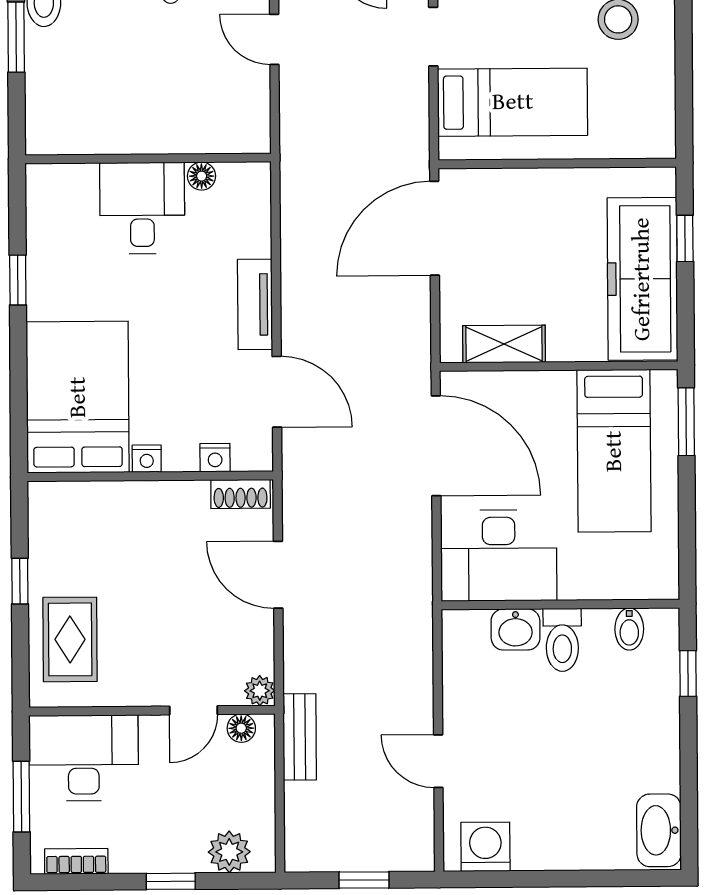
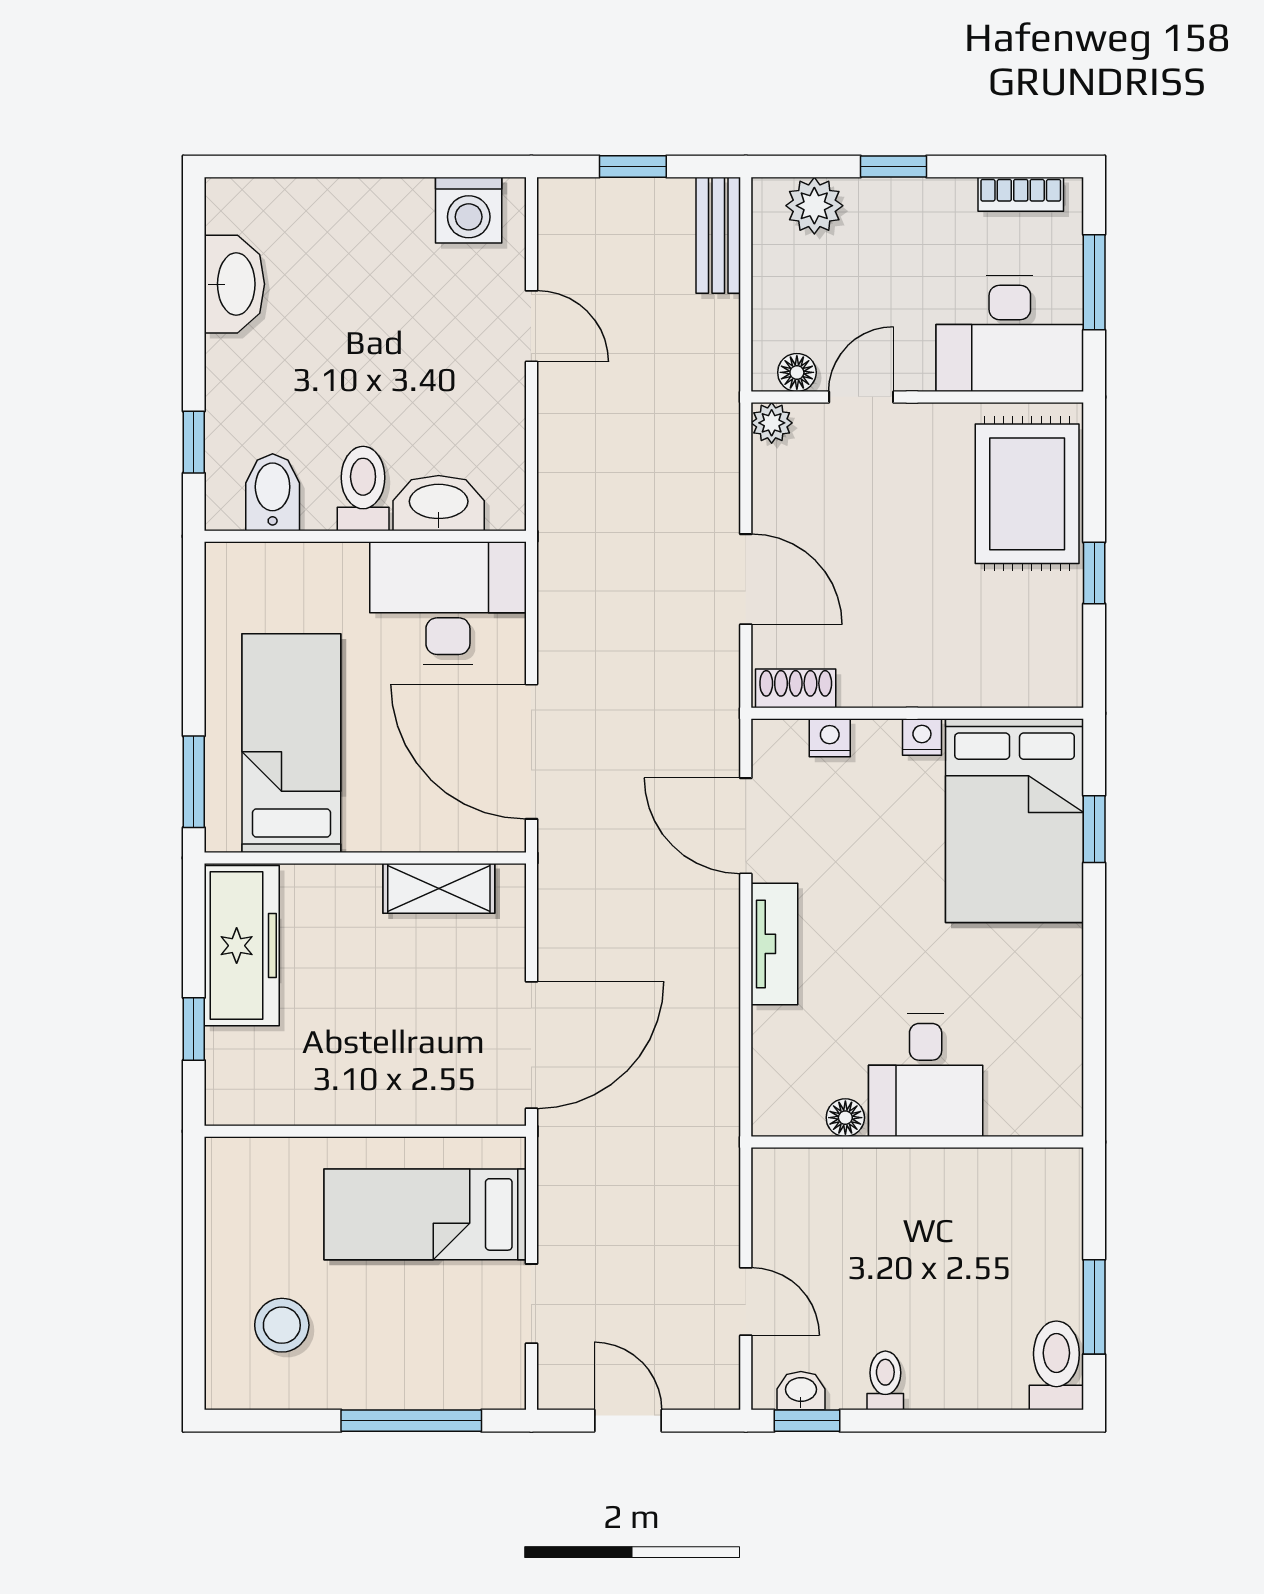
freezer: (642, 279) -> (242, 946), width x0.73, depth x0.79
window: (18, 280) -> (1094, 829), moved
washbasin: (516, 629) -> (439, 503), width x1.38
bidet: (629, 629) -> (273, 492), width x1.38, depth x1.36
rug: (70, 639) -> (1027, 494), width x1.36, depth x1.43
bench: (300, 737) -> (718, 235), moved
washbasin: (659, 830) -> (234, 284), moved

